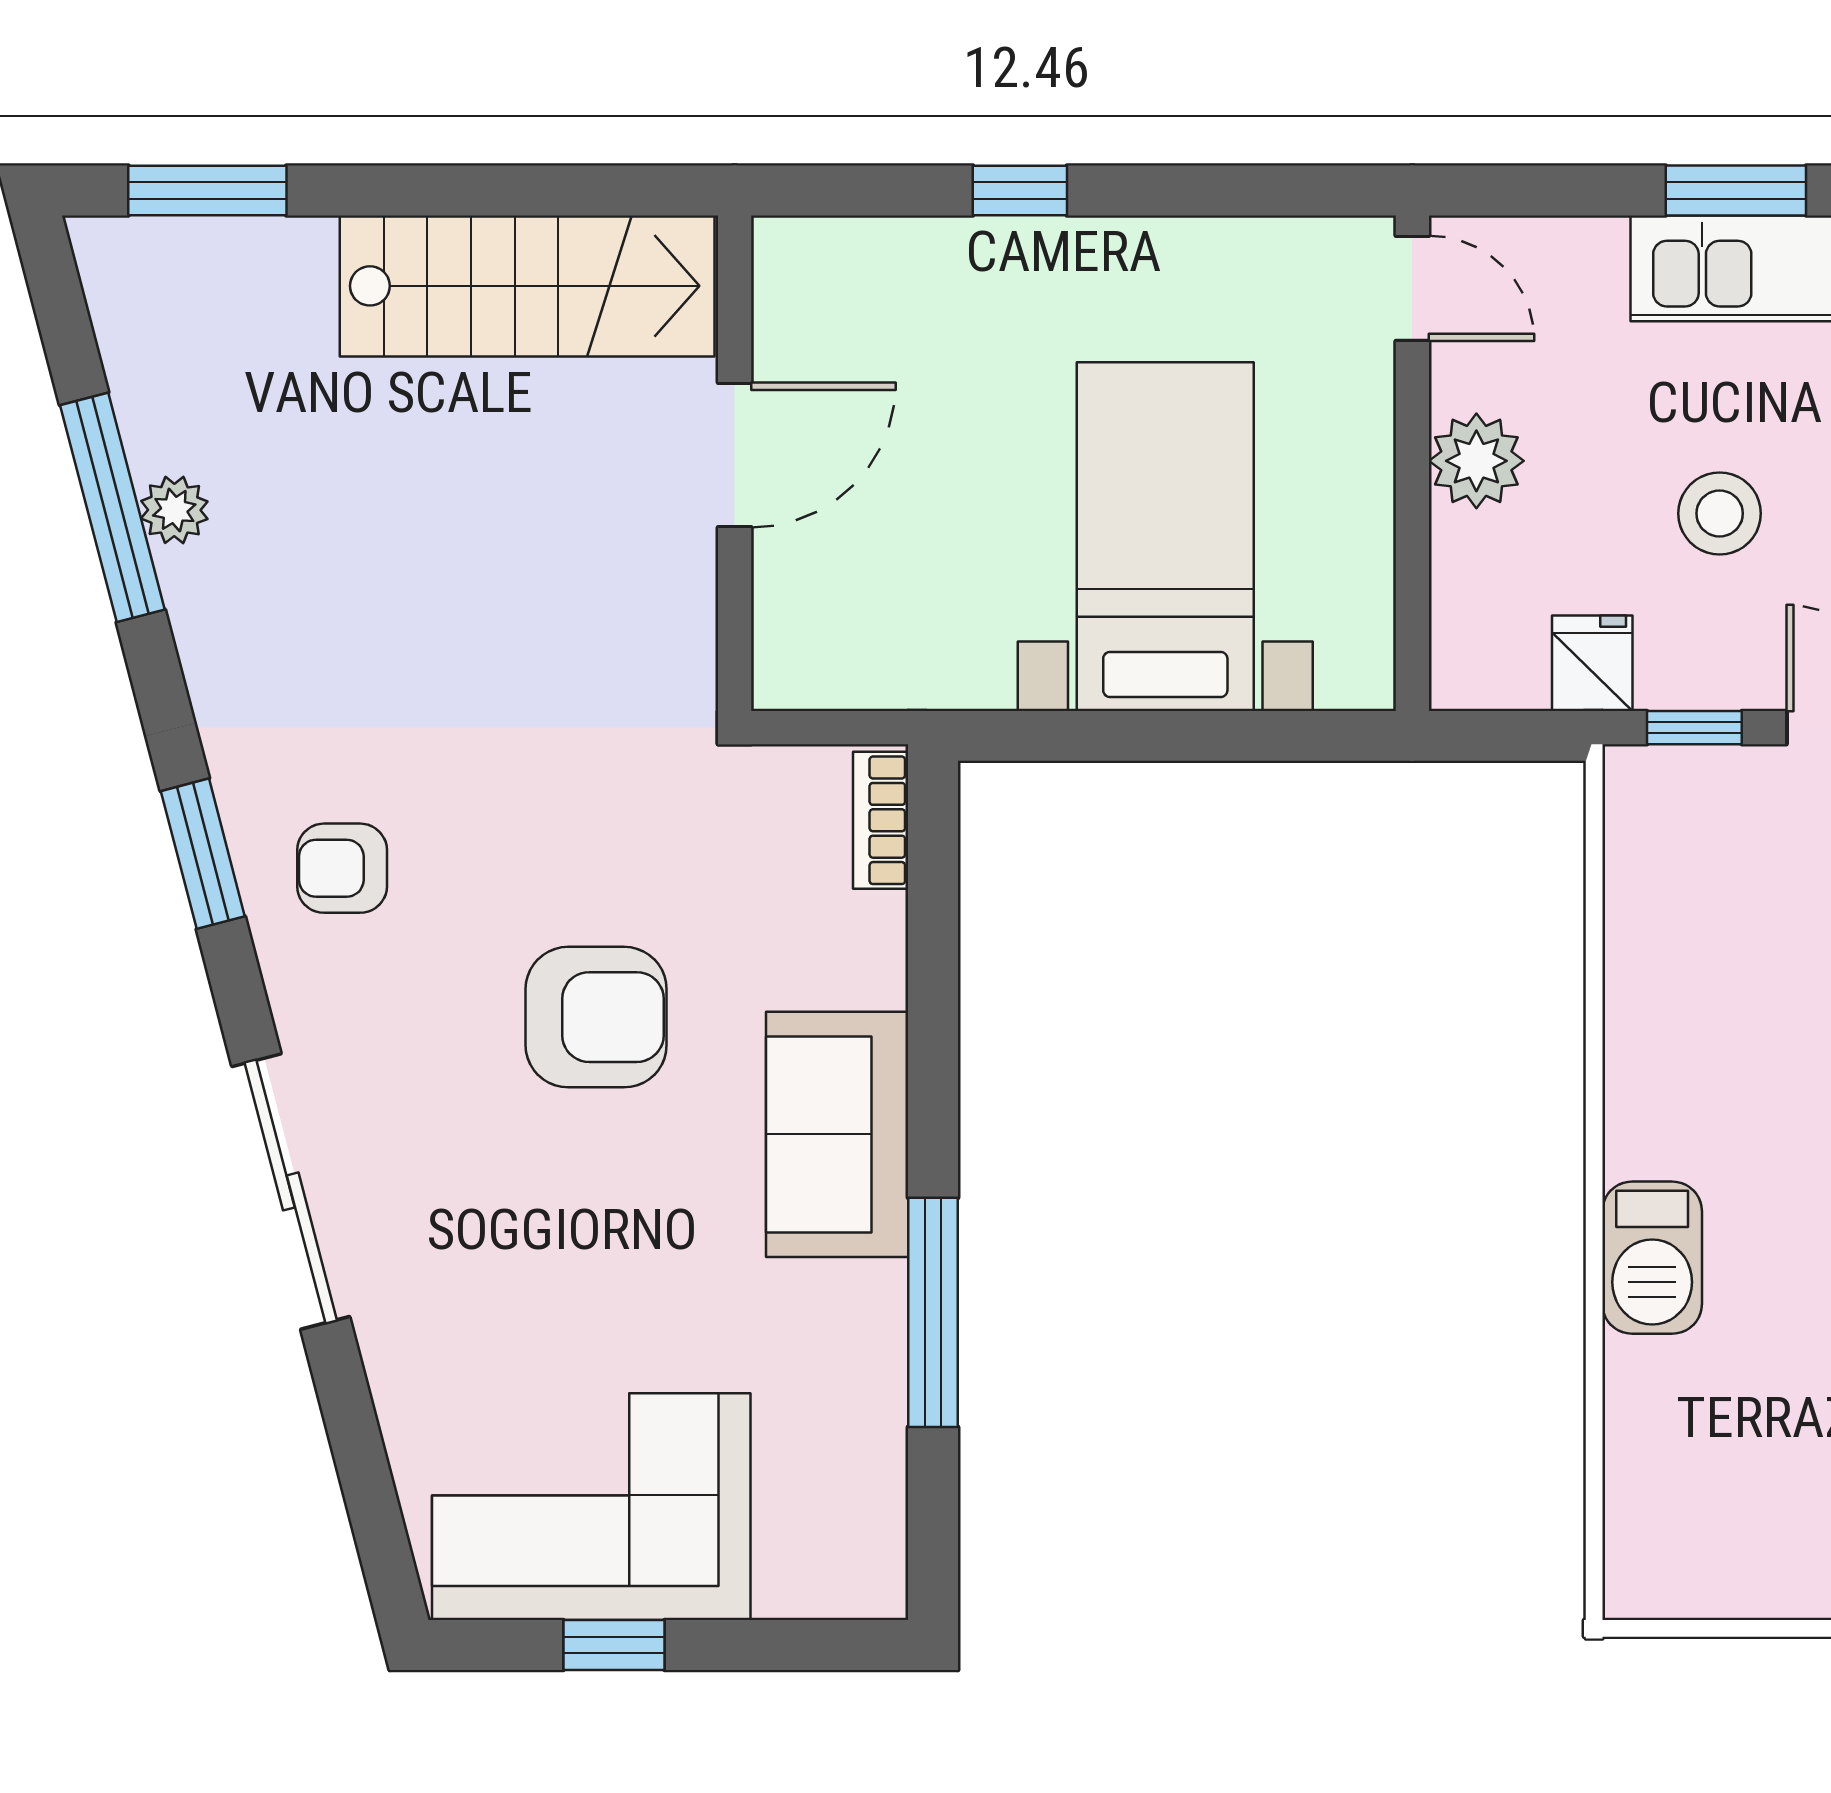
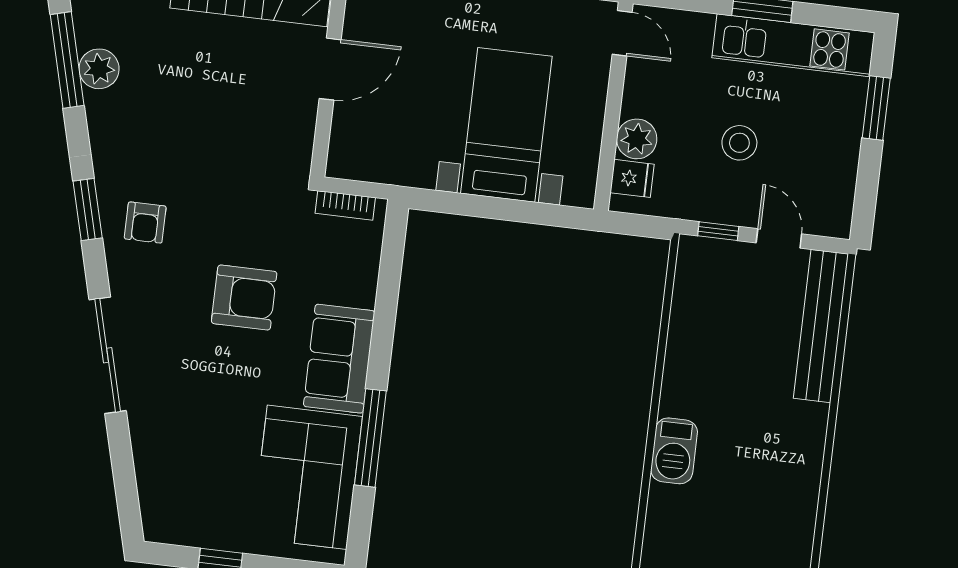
plant: (1476, 461) -> (637, 139), moved
plant: (174, 510) -> (99, 69), width x1.38, depth x1.38
fridge: (1592, 663) -> (632, 178), moved, turned 90
bookcase: (881, 820) -> (345, 205), moved, turned -90
armchair: (342, 868) -> (145, 223), turned -90
corner sofa: (591, 1507) -> (307, 477), moved, turned -90

